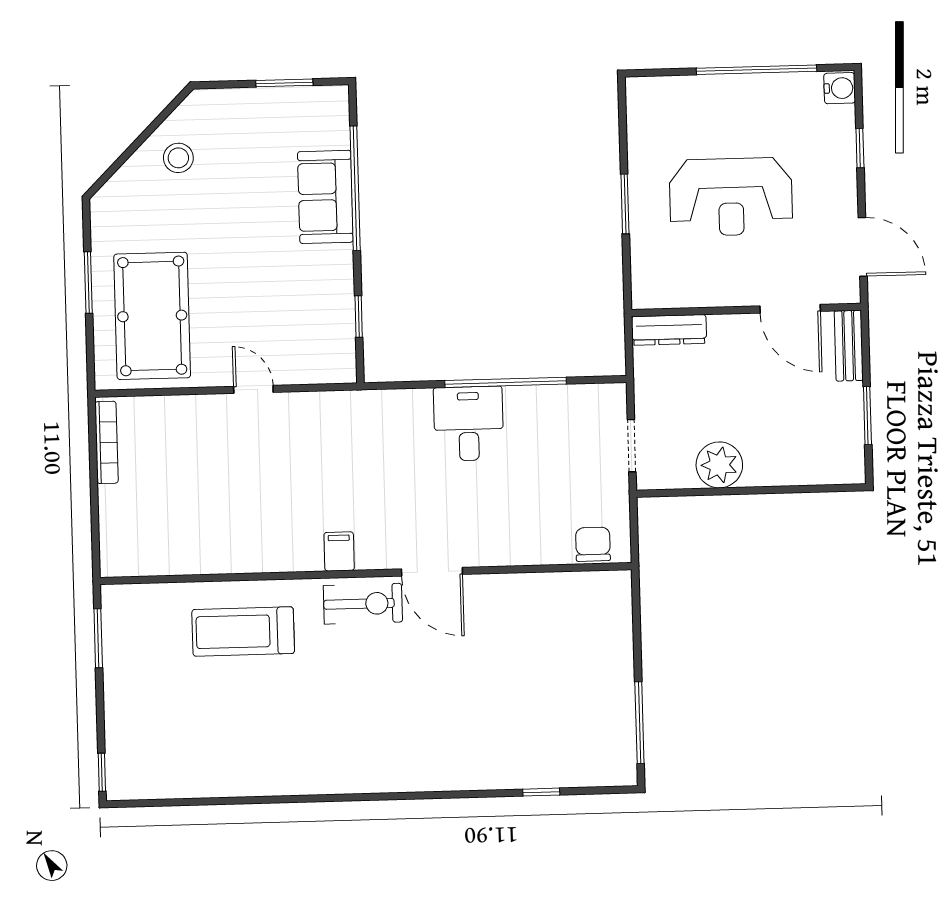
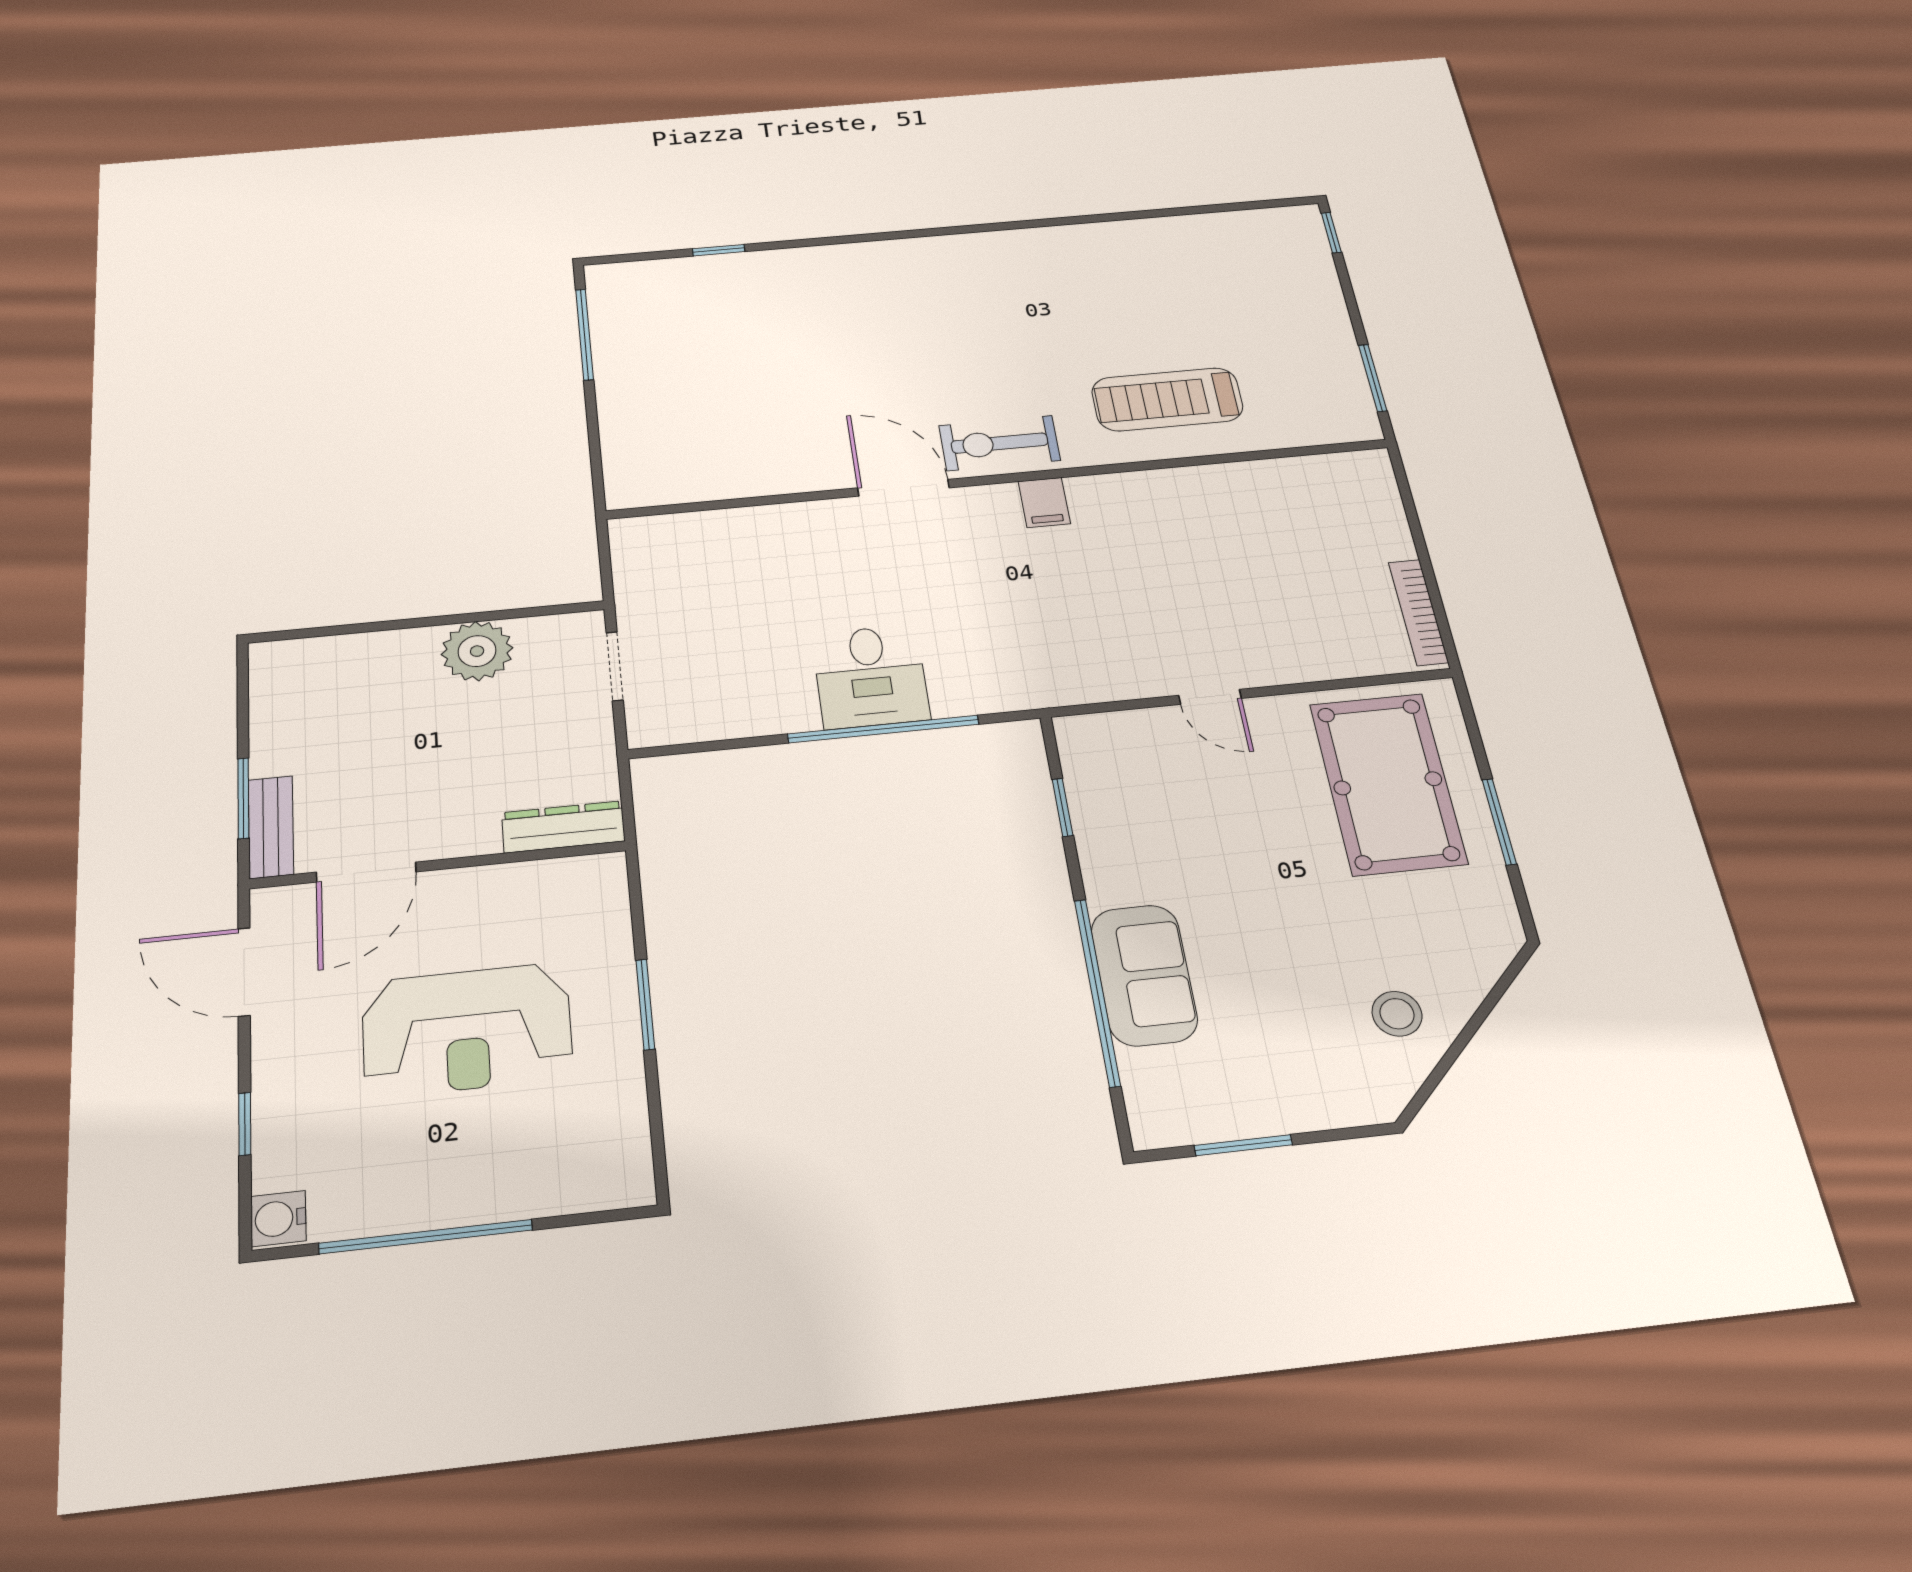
reception desk: (731, 197) -> (467, 1030), turned 180
door: (790, 309) -> (366, 872), swing flipped
window: (506, 382) -> (883, 729), moved
window: (867, 416) -> (243, 798), moved
chair: (593, 544) -> (666, 538), removed
treadmill: (243, 631) -> (1167, 399), turned 180

